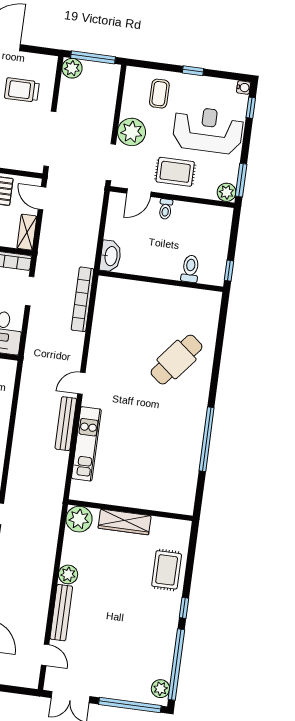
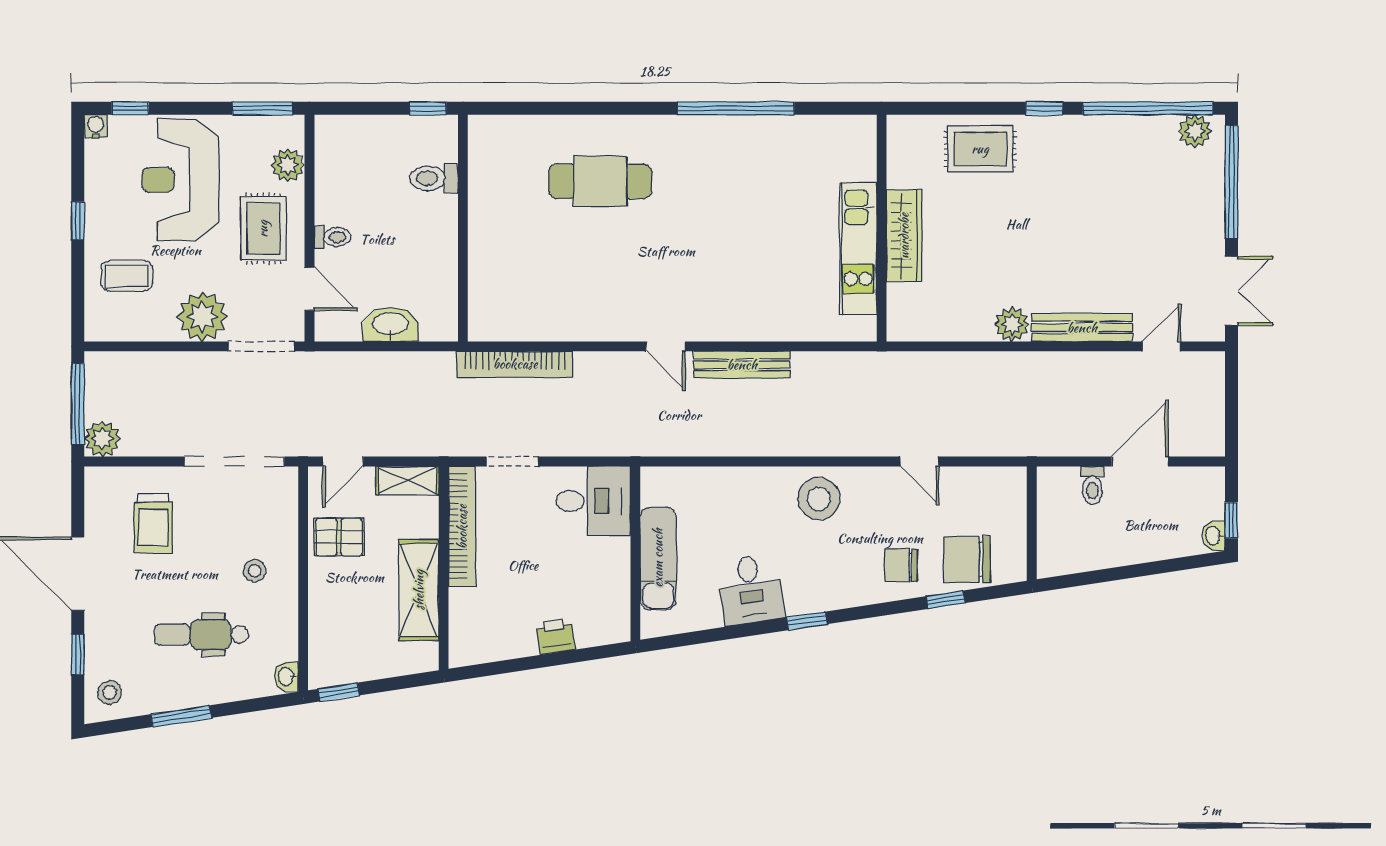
plant: (227, 192) -> (288, 165), moved
washbasin: (110, 256) -> (391, 325), moved
cafe table: (177, 360) -> (600, 181), turned -39
kitchen unit: (86, 444) -> (858, 248), moved, turned -90
plant: (79, 519) -> (910, 318), removed

